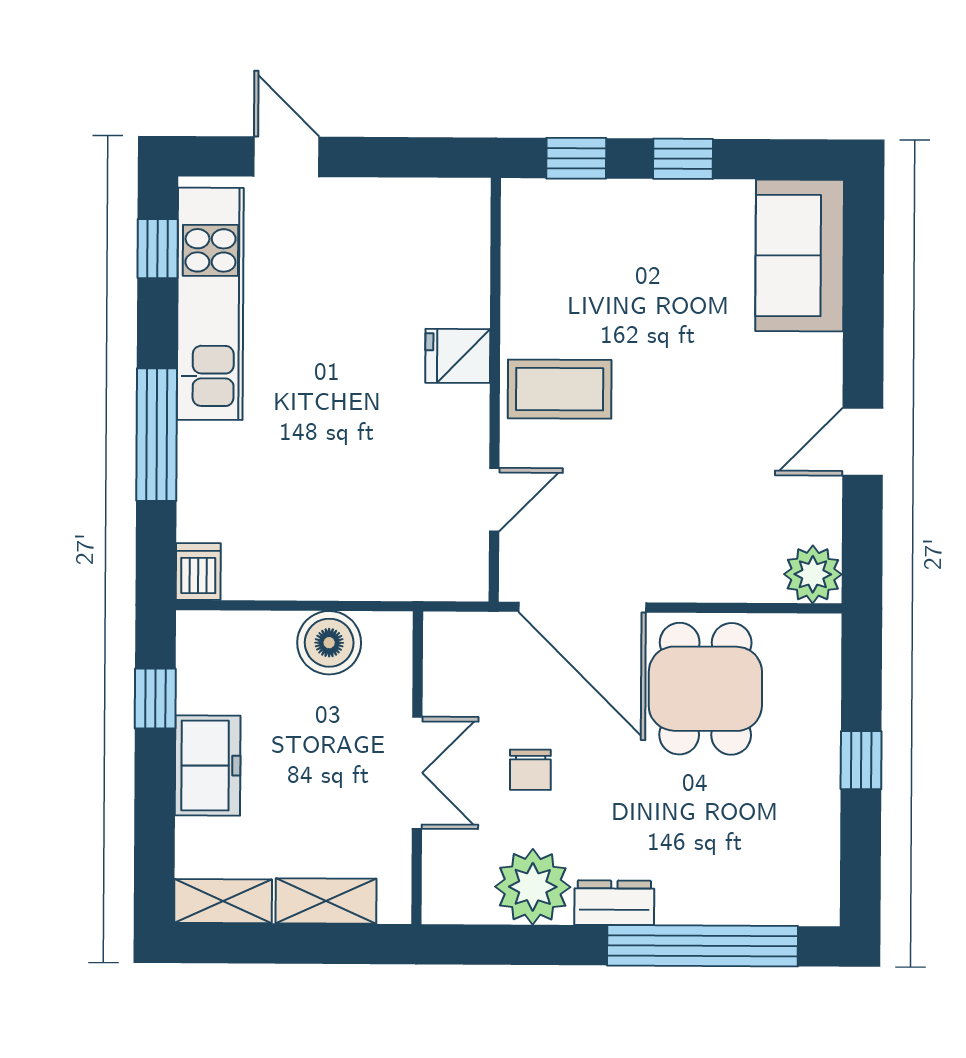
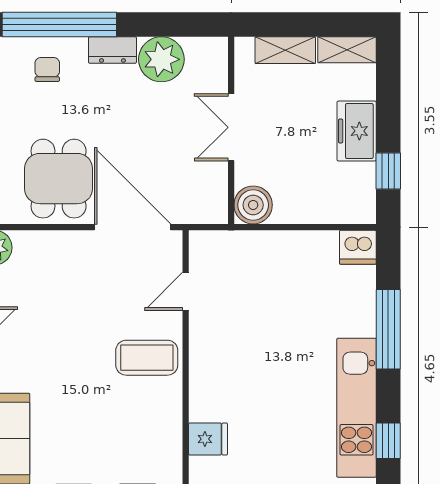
fridge: (458, 356) -> (208, 439), moved
dishwasher: (198, 572) -> (358, 247), width x1.38
boiler: (329, 643) -> (253, 205), moved
chair: (530, 770) -> (47, 69), moved

